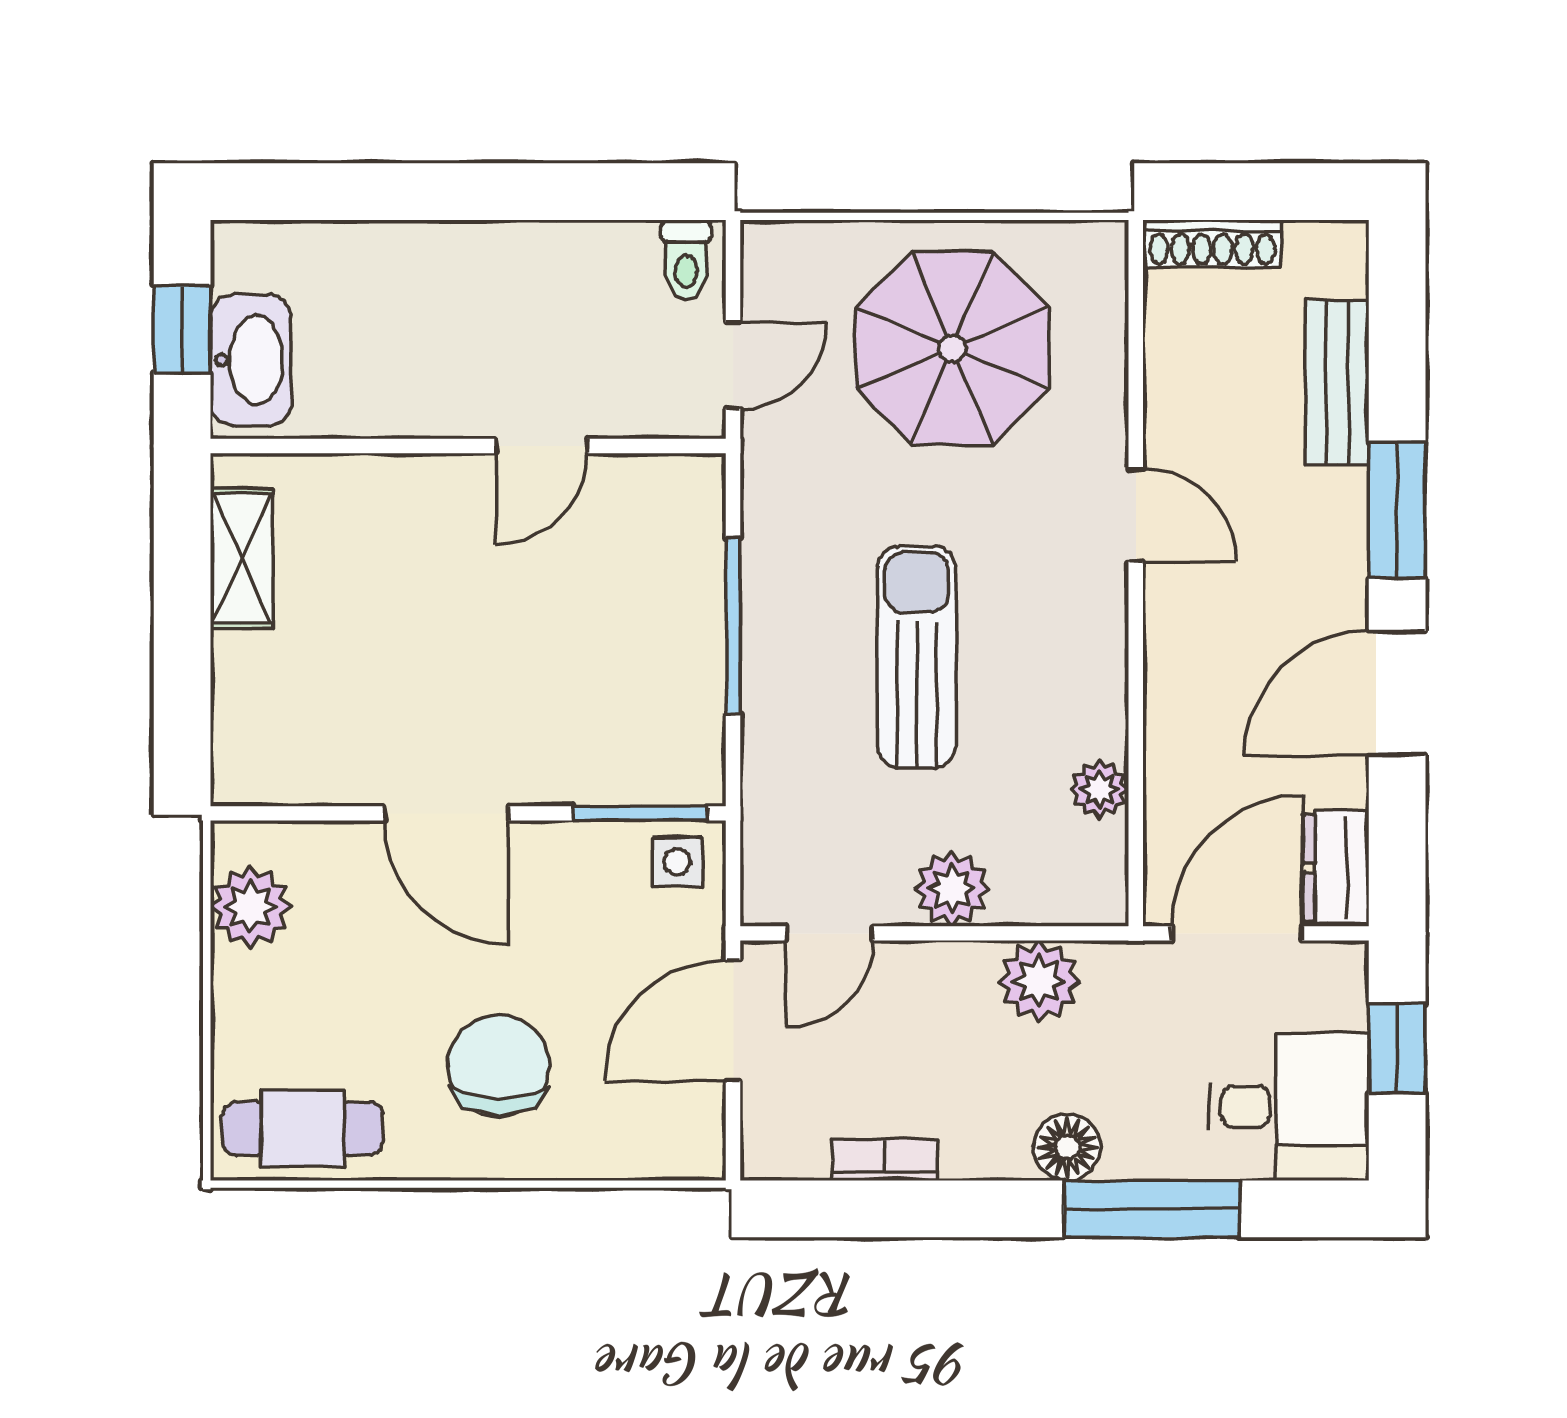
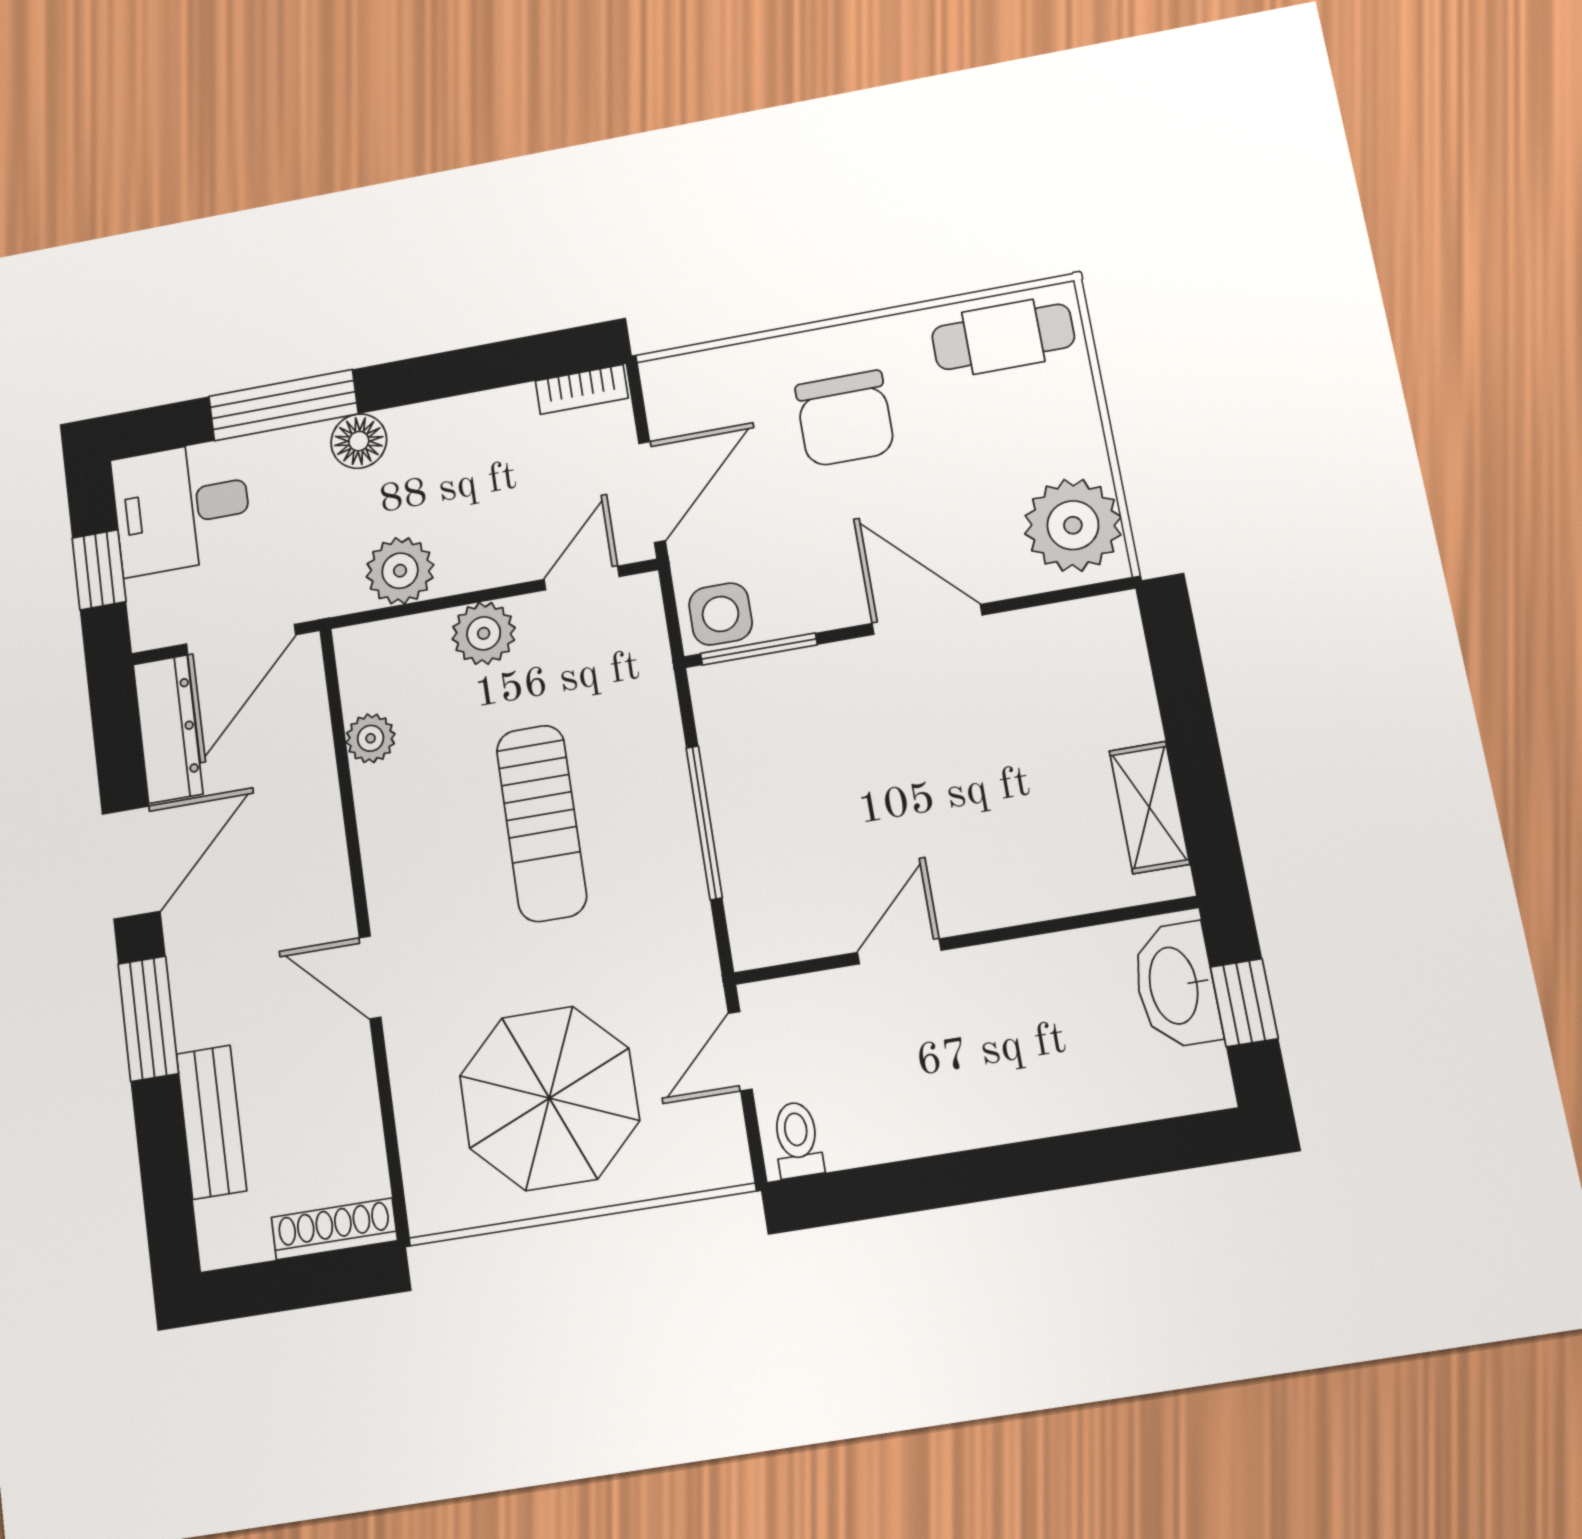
side table: (677, 862) -> (721, 614), width x1.37, depth x1.37
dresser: (1336, 868) -> (168, 729), width x1.44
plant: (251, 907) -> (1073, 525), width x1.36, depth x1.36
bookcase: (884, 1160) -> (582, 389), moved

